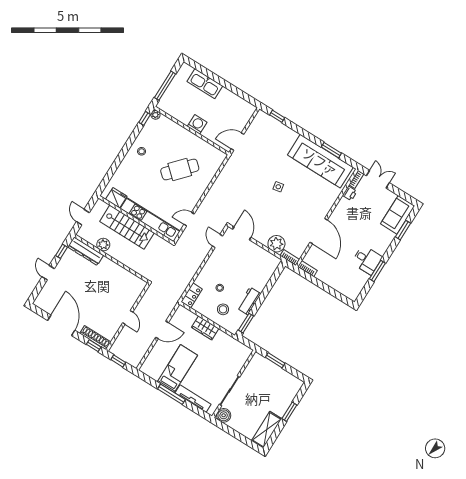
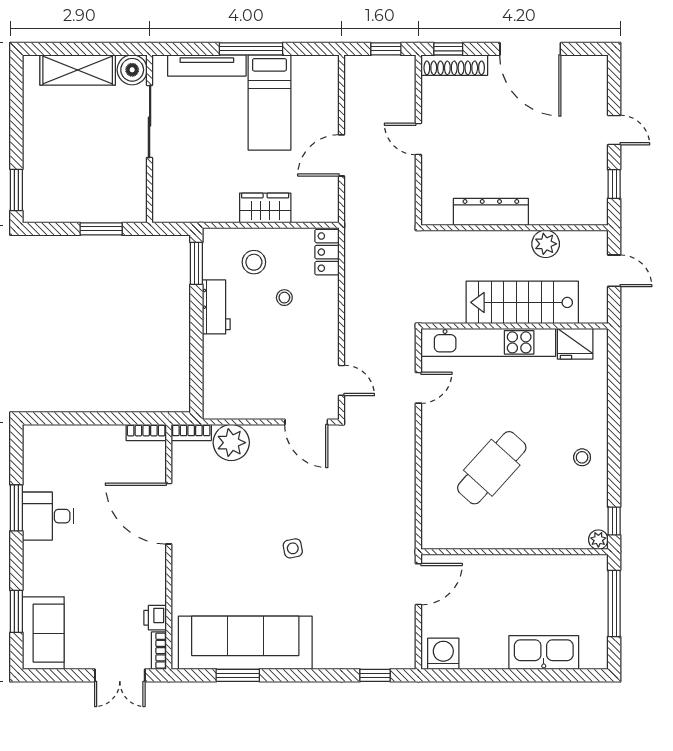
washing machine: (197, 124) -> (443, 654), moved, turned 180
dresser: (86, 251) -> (491, 212), moved
window: (289, 412) -> (16, 190), moved
shelving: (267, 430) -> (78, 70), moved, turned 90

